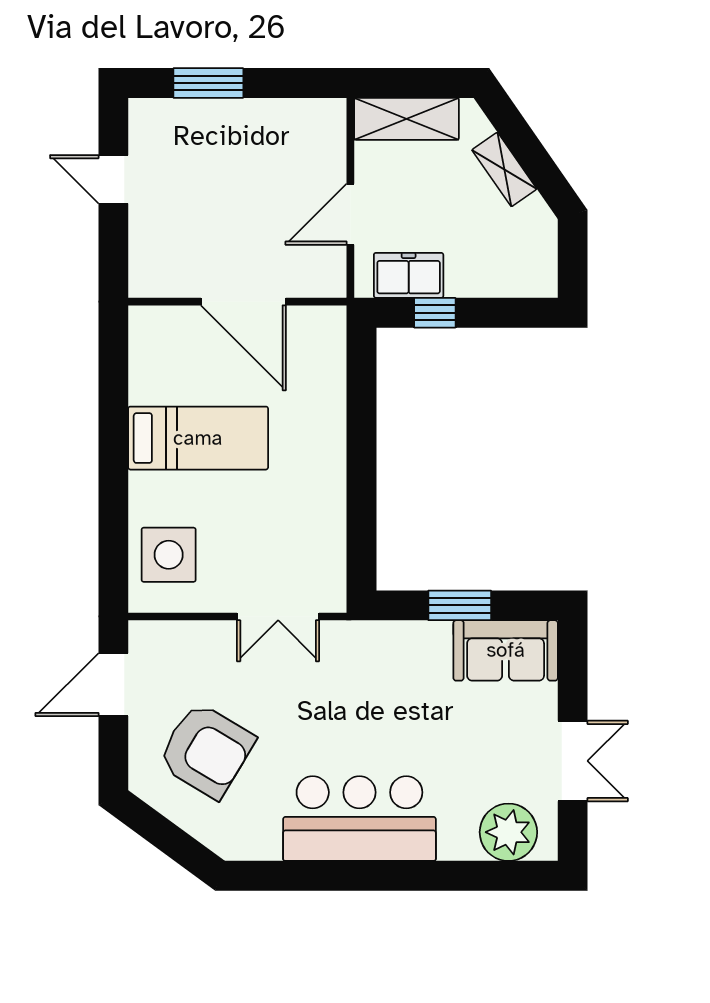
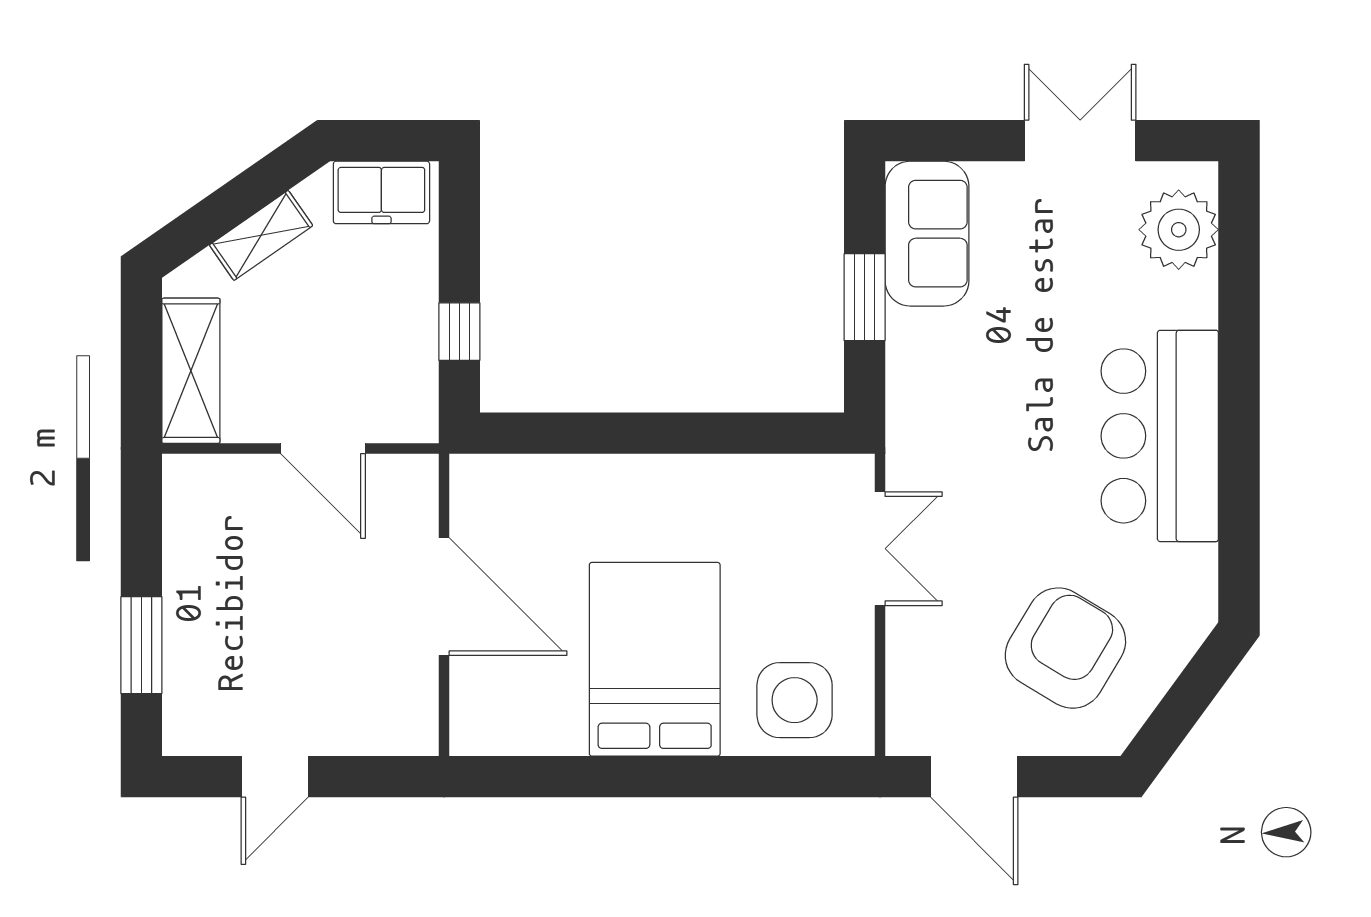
freezer: (409, 275) -> (381, 192), moved, turned -90
door: (243, 302) -> (444, 597), hinge flipped
bed: (198, 438) -> (655, 659), width x1.50

